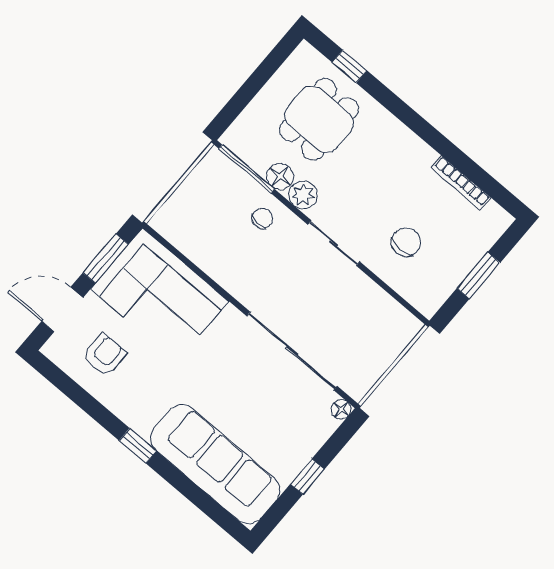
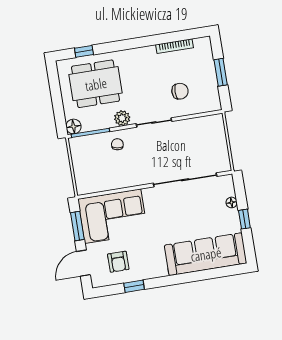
dining table: (319, 119) -> (96, 84), width x1.38
floor lamp: (280, 176) -> (73, 126), moved
chair: (406, 242) -> (180, 91), turned 90
armchair: (104, 355) -> (118, 262), turned 180
floor lamp: (341, 409) -> (232, 202), moved
window: (138, 446) -> (134, 286), moved

